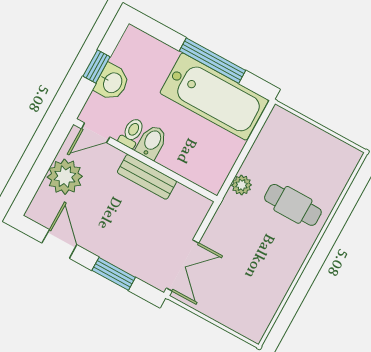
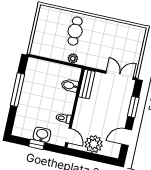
bathtub: (214, 97) -> (34, 84), removed
bidet: (152, 142) -> (70, 85), moved
bench: (147, 177) -> (87, 84), moved

